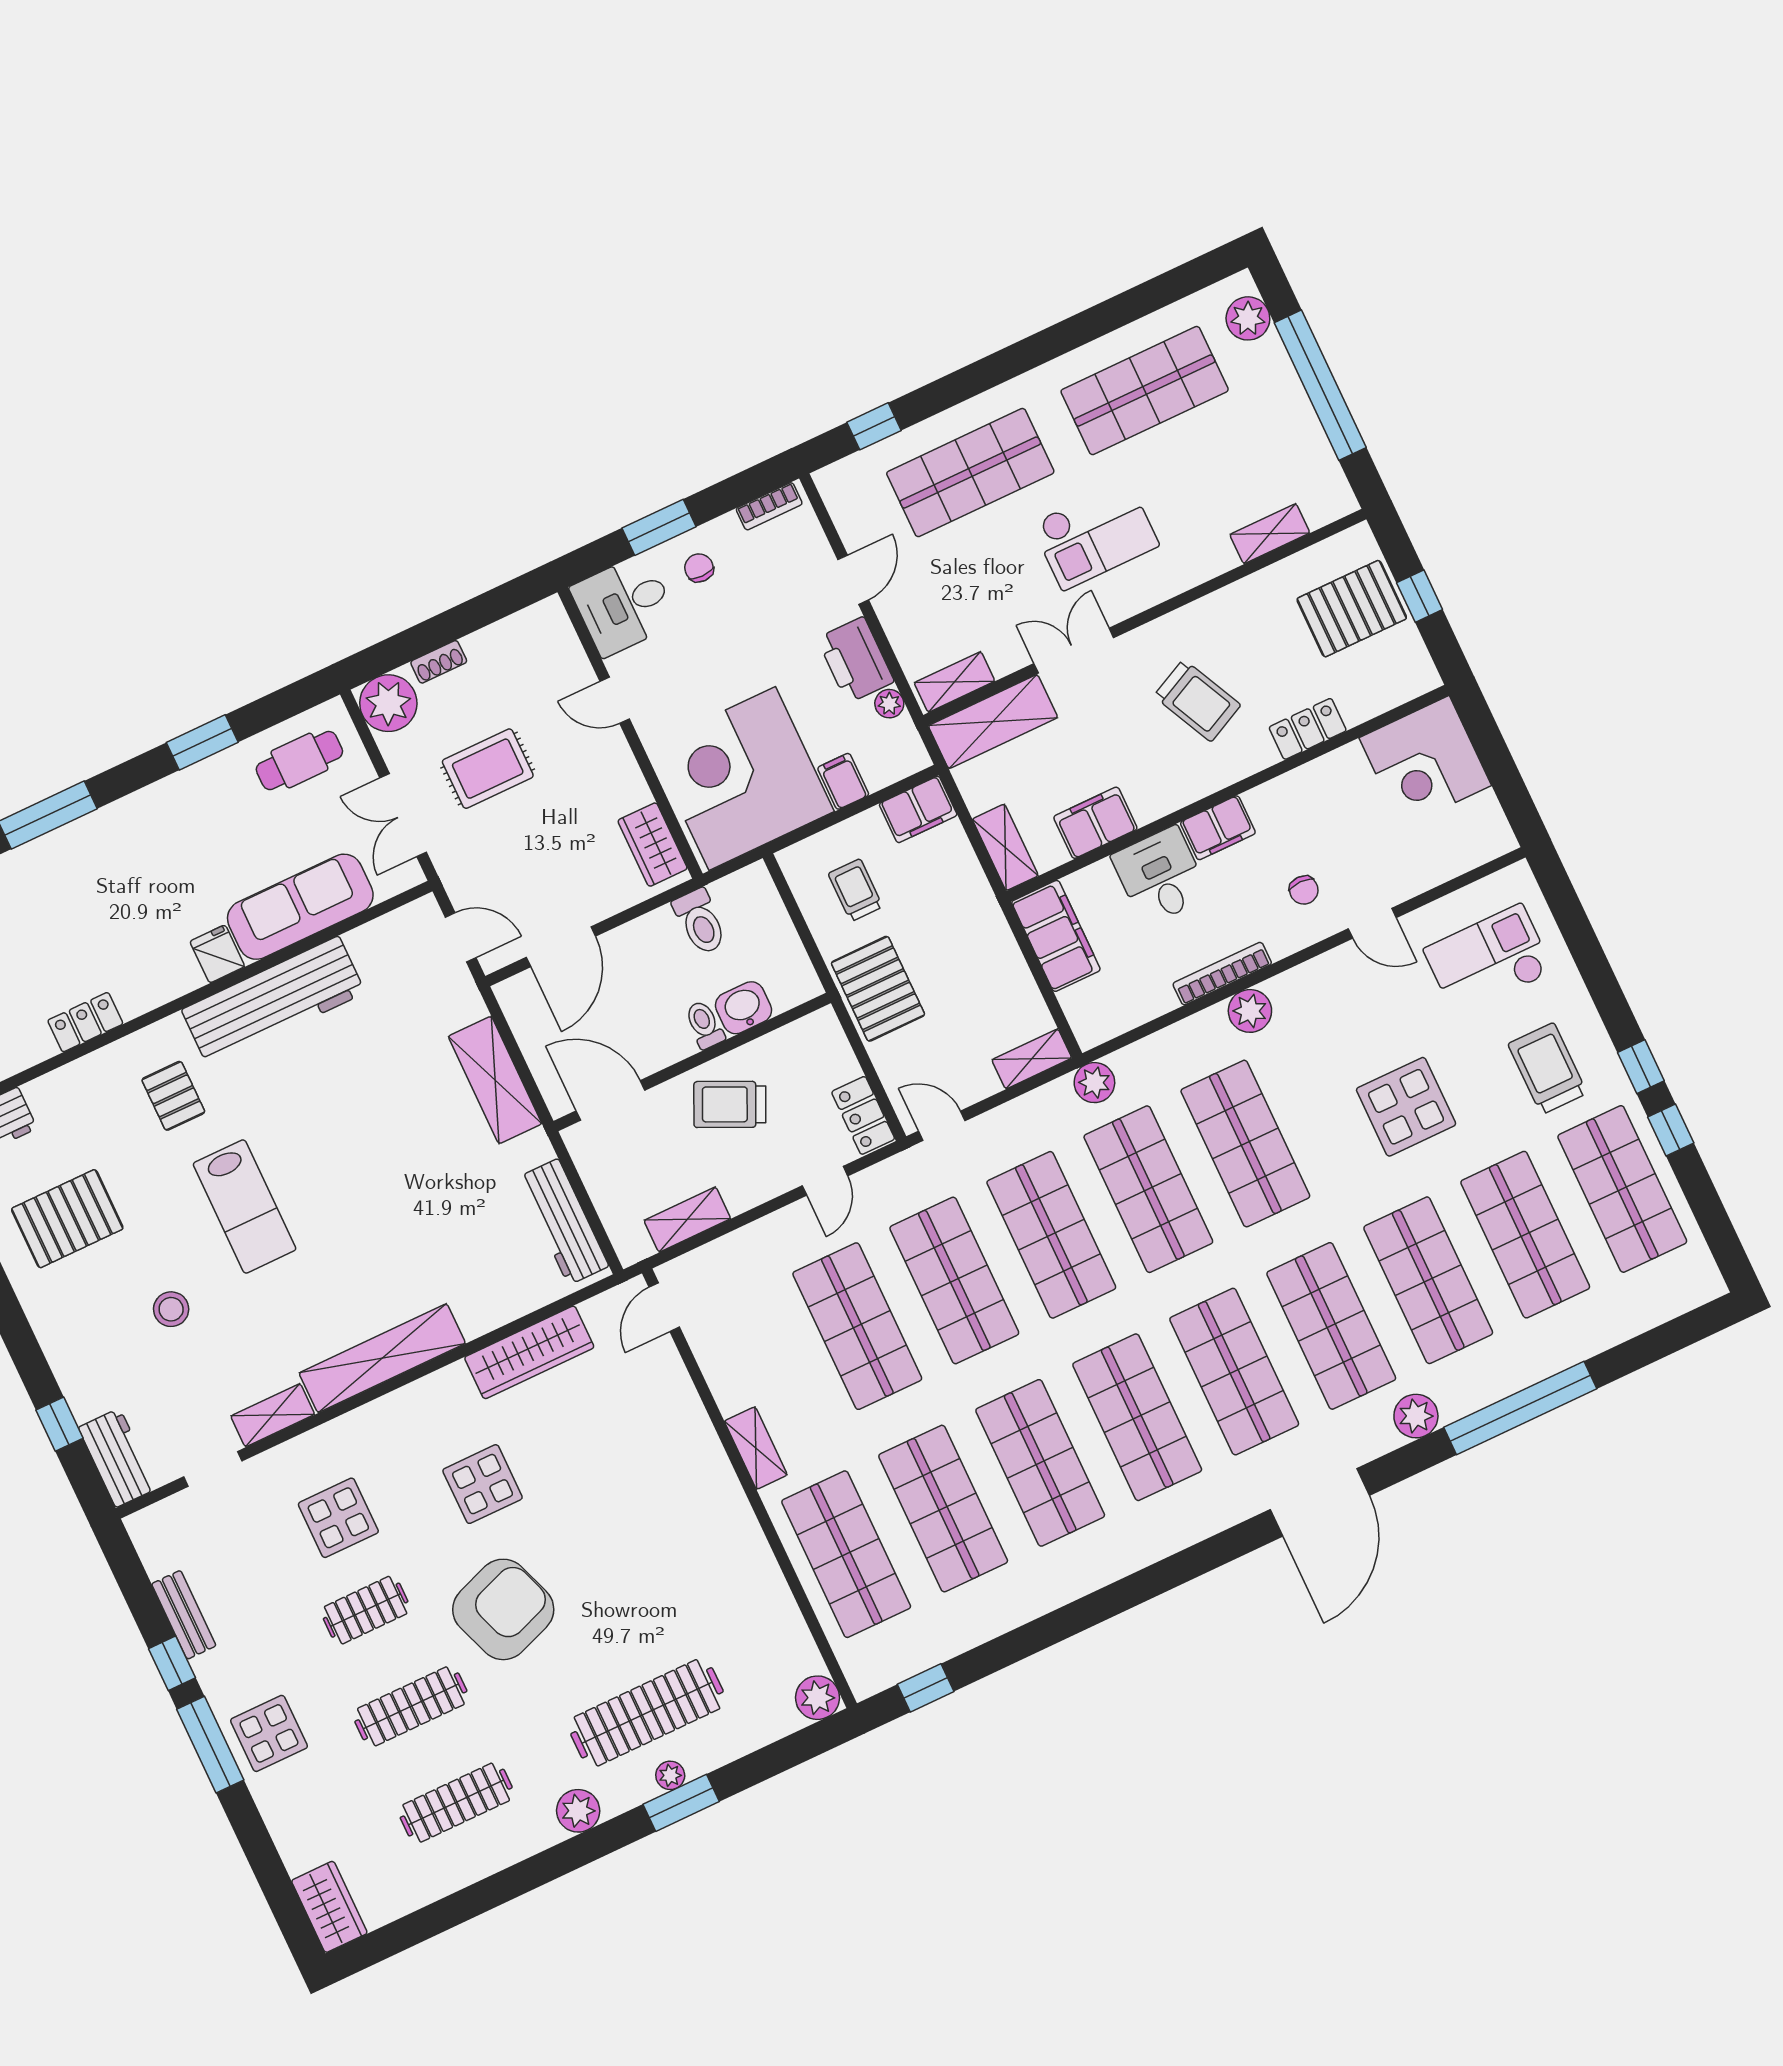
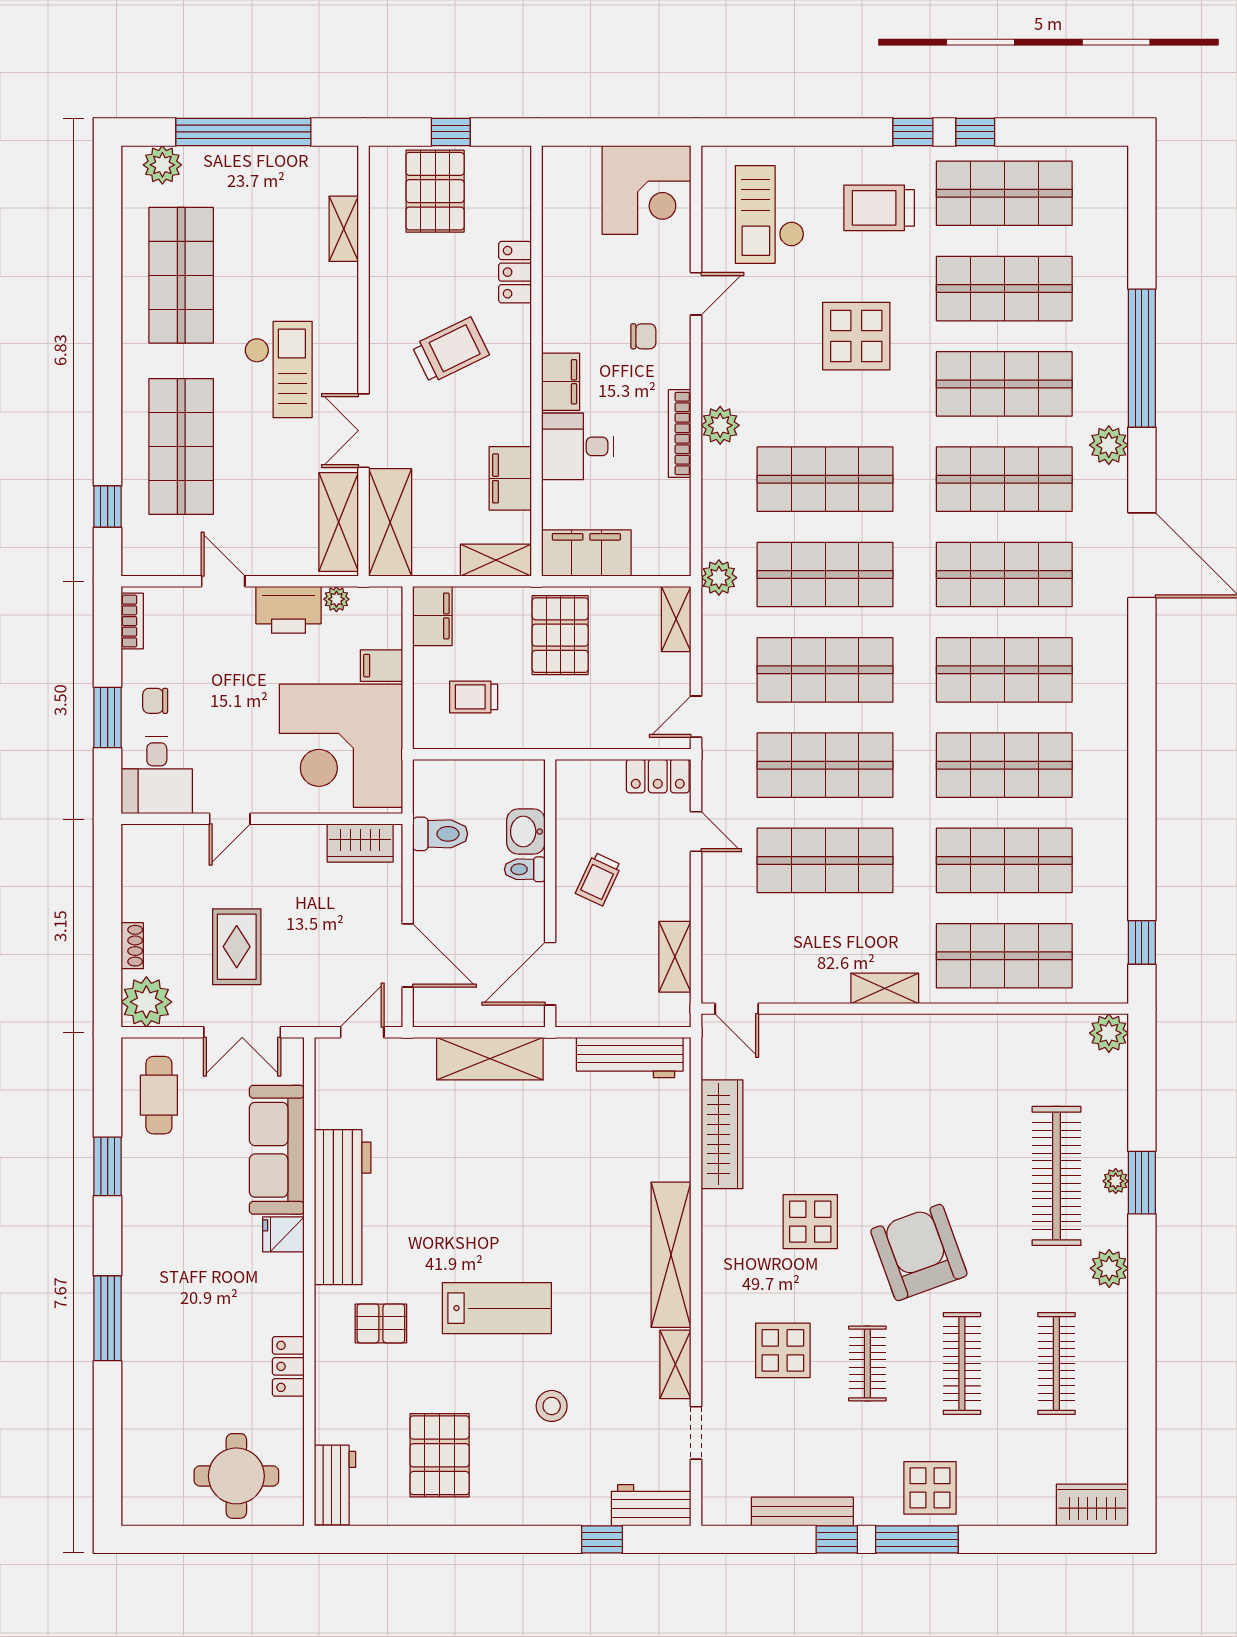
shelving: (954, 682) -> (339, 522), width x1.50, depth x1.33
corner desk: (1425, 762) -> (646, 190), moved
pallet: (878, 989) -> (560, 635), moved, turned 90
trolley: (730, 1104) -> (598, 879), width x0.73, depth x0.72
bench: (184, 1615) -> (802, 1511), width x1.36

